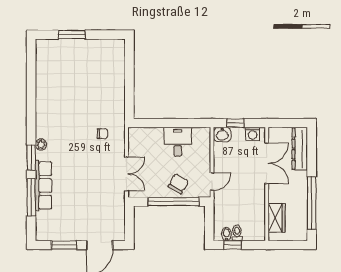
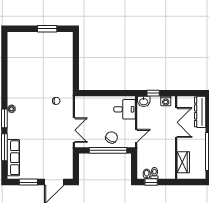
window: (72, 35) -> (47, 29), moved
desk: (178, 142) -> (125, 109), moved, turned 90
row of seats: (44, 185) -> (13, 158), moved

